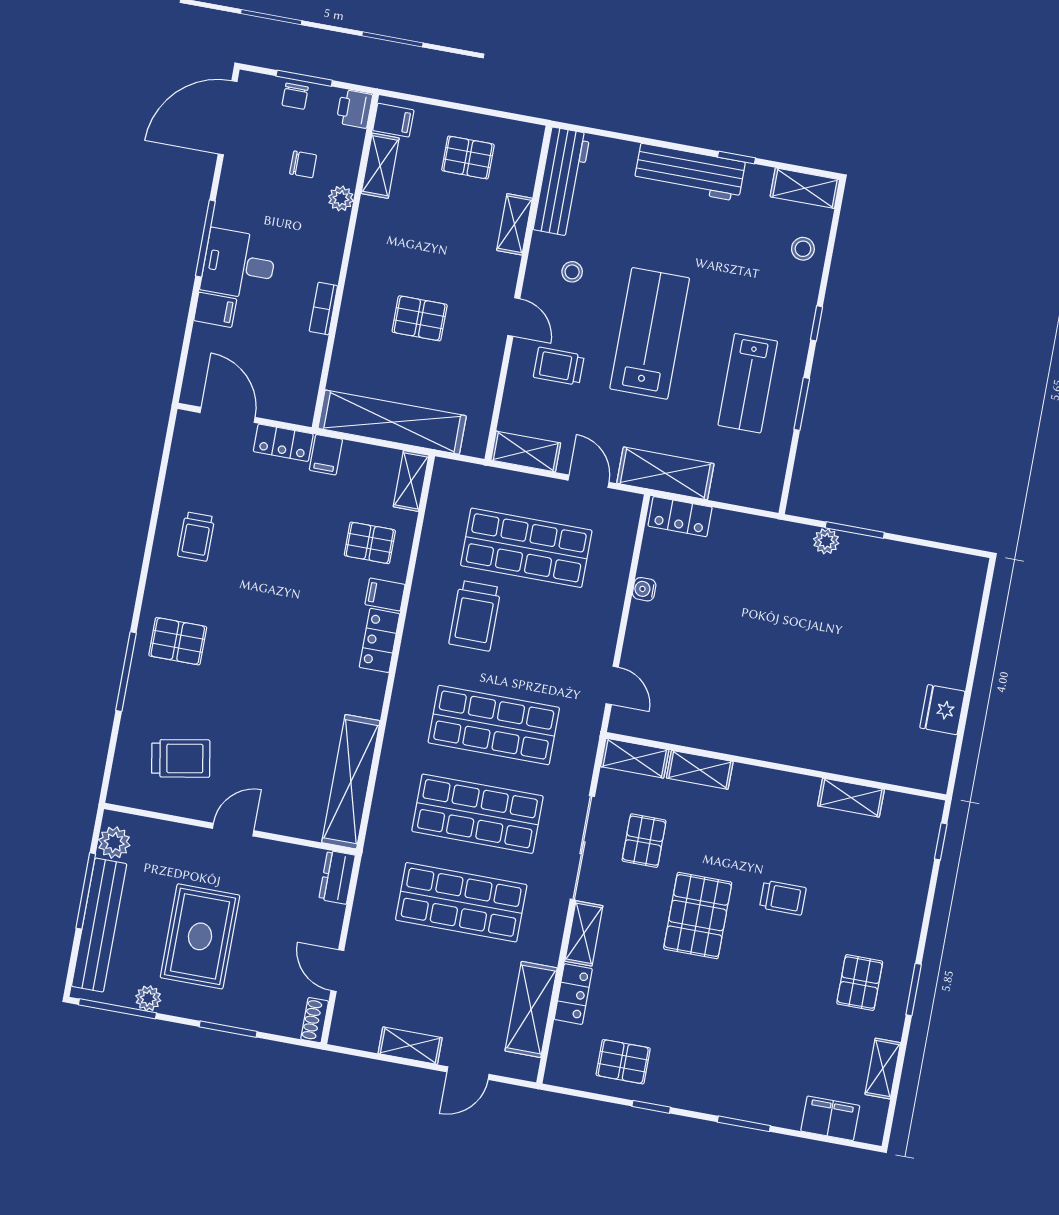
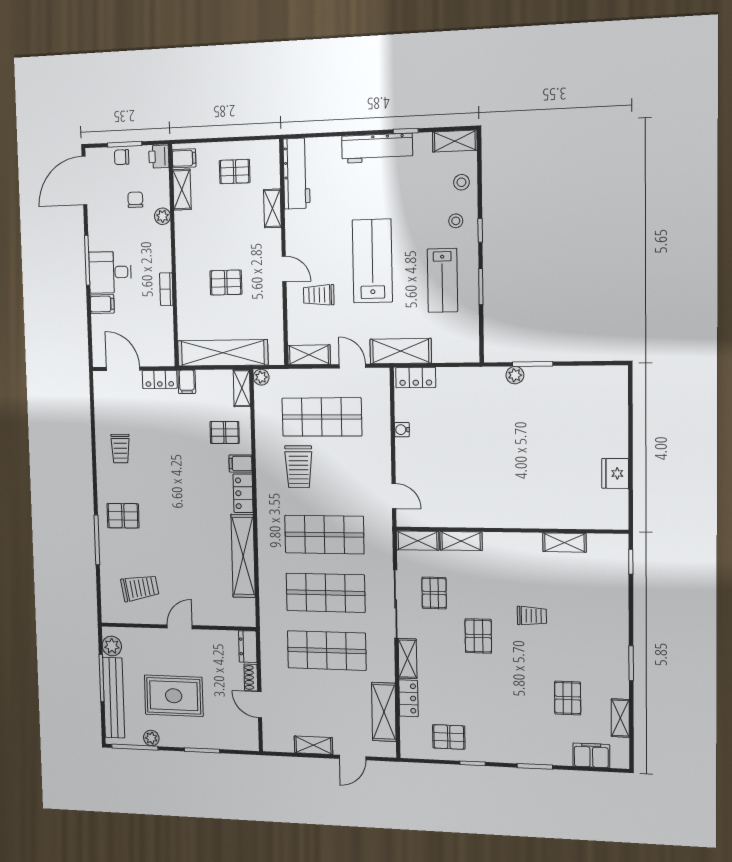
chair: (295, 96) -> (122, 157), turned 90
chair: (303, 164) -> (135, 200), turned -90
stool: (572, 272) -> (456, 221), moved
plant: (445, 470) -> (261, 377), added
shelving: (351, 782) -> (243, 556), moved
pallet: (698, 916) -> (478, 636), width x0.67, depth x0.71
rug: (200, 936) -> (174, 696), turned 90
pallet: (860, 983) -> (568, 698), moved
shoe rack: (315, 1020) -> (251, 678), moved

